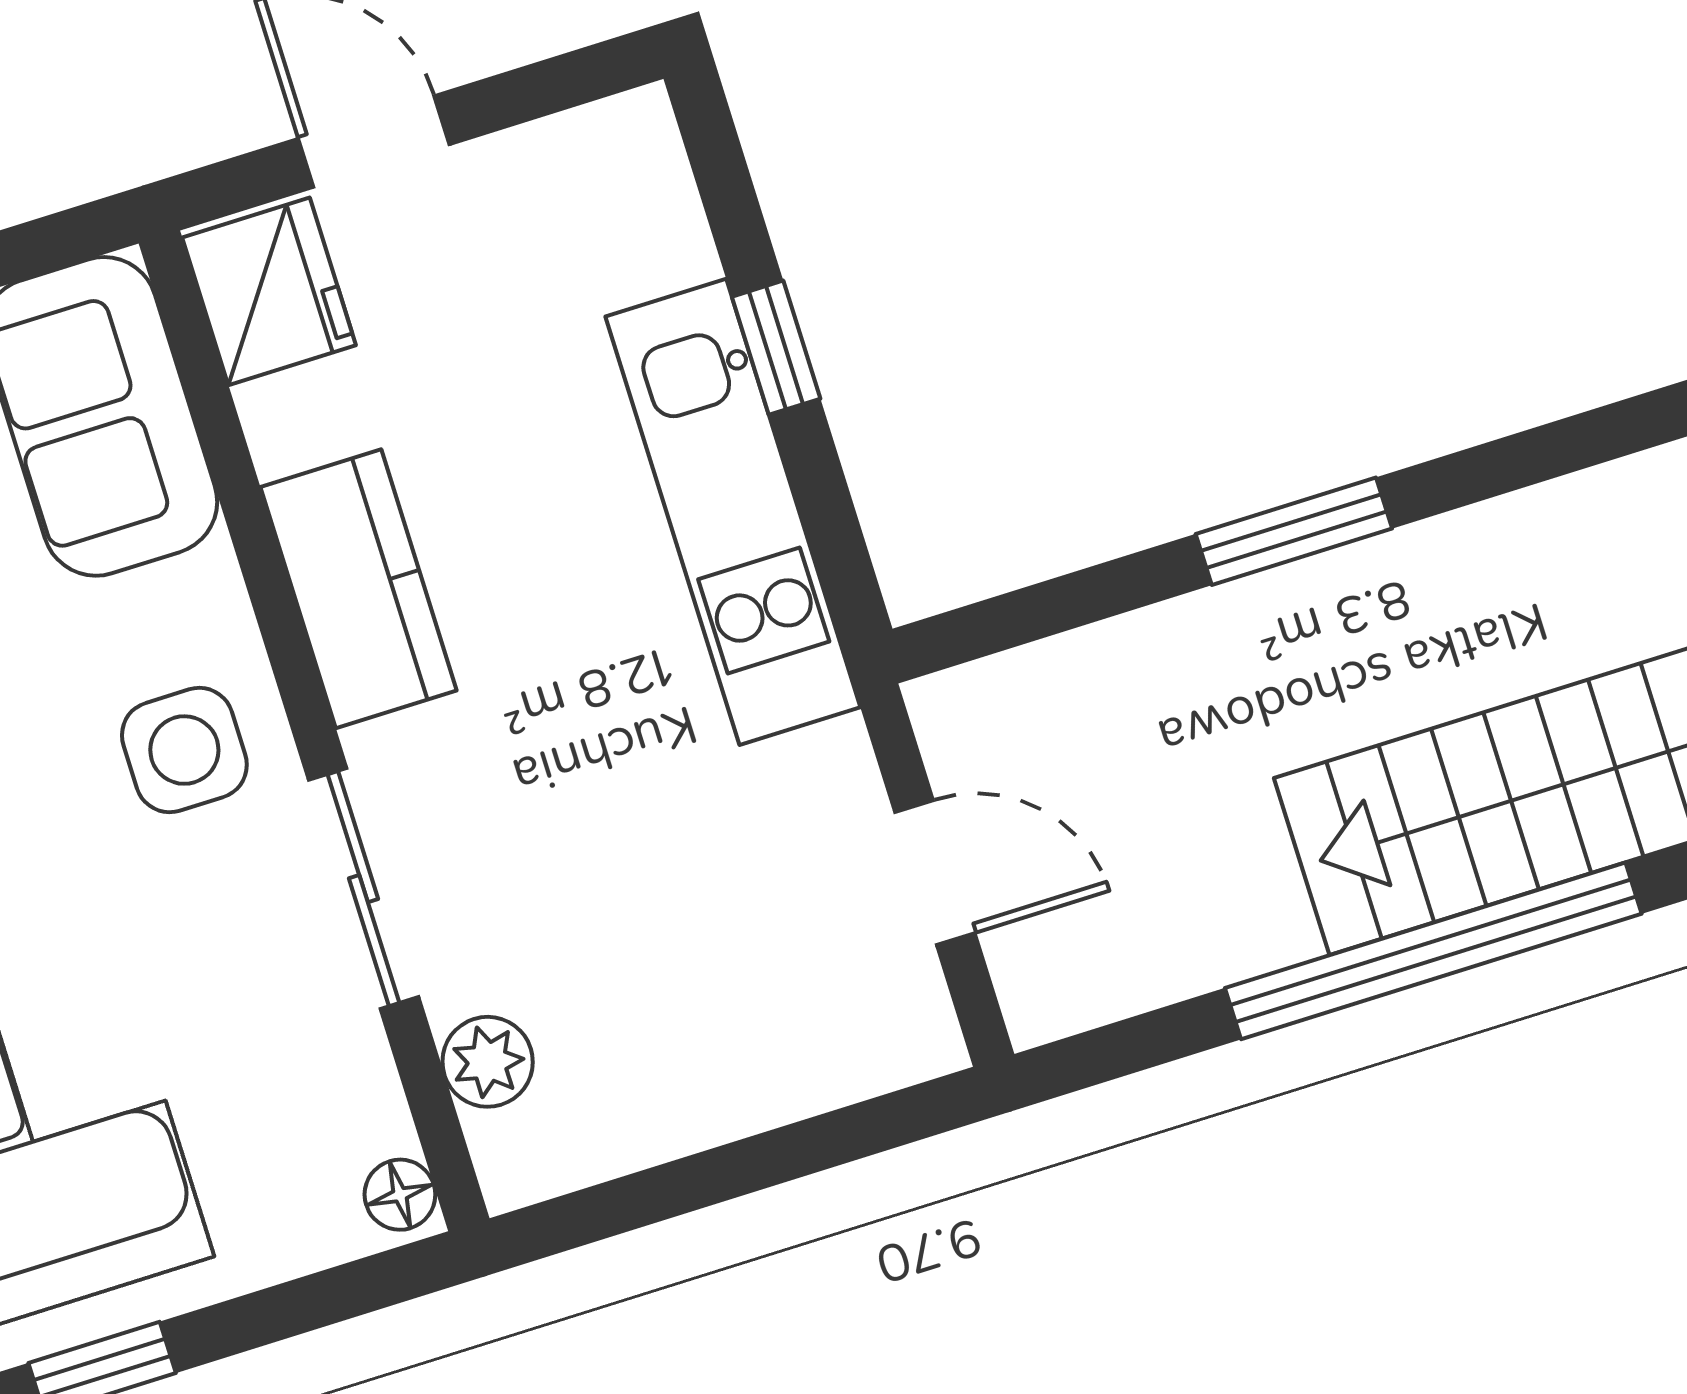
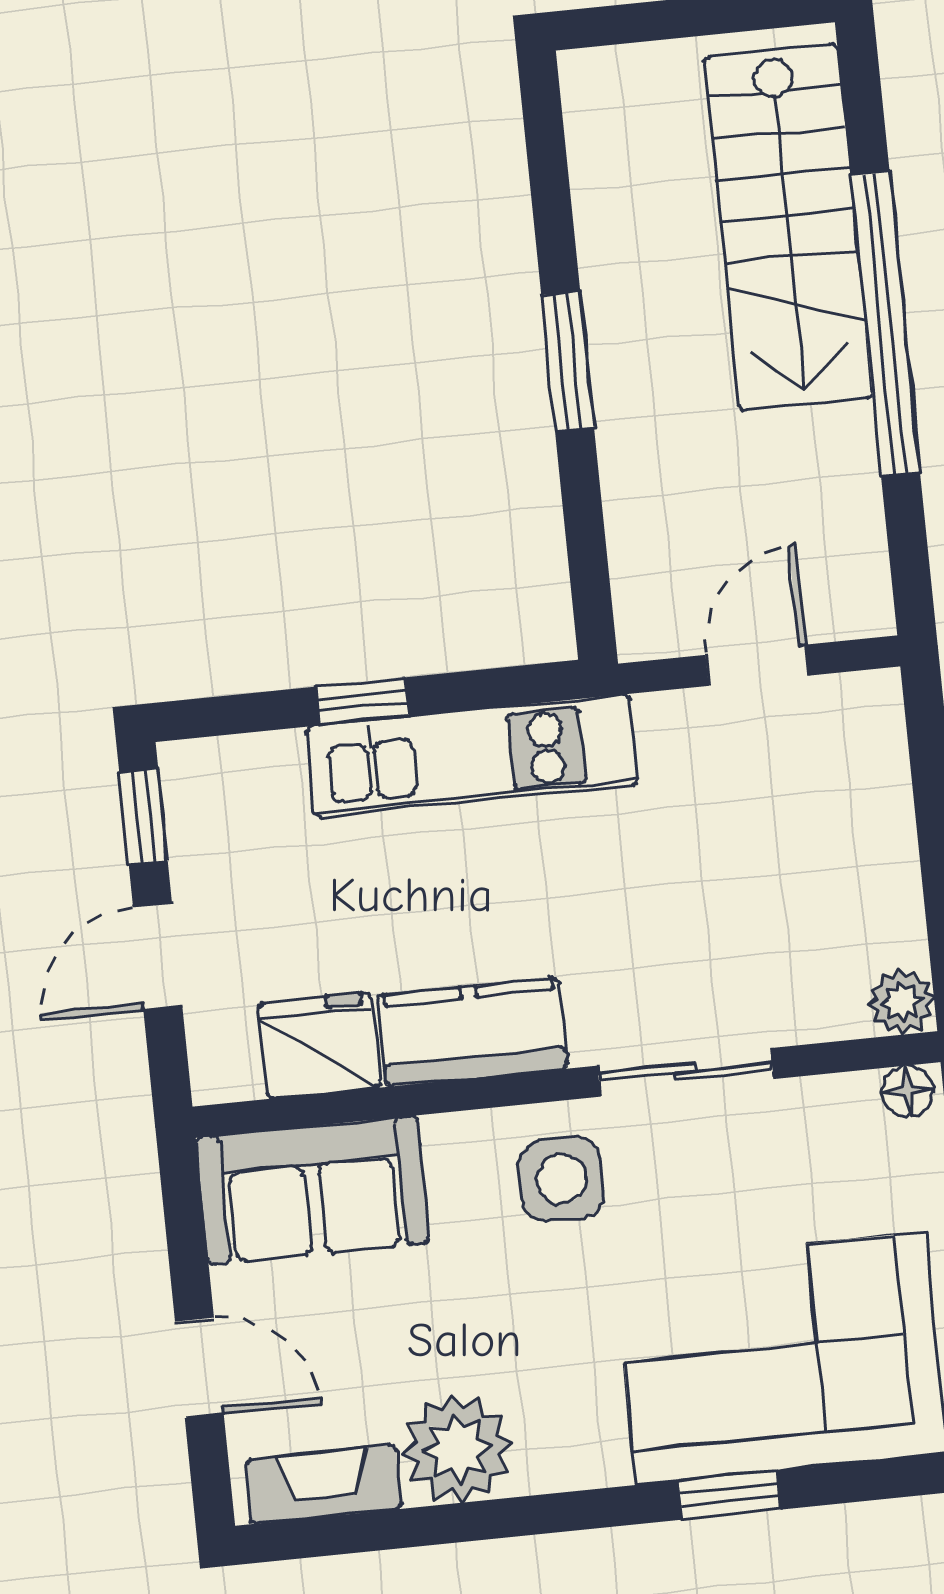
window: (559, 83) -> (143, 817), added
fridge: (269, 291) -> (319, 1045), moved
plant: (488, 1062) -> (902, 1002), moved

